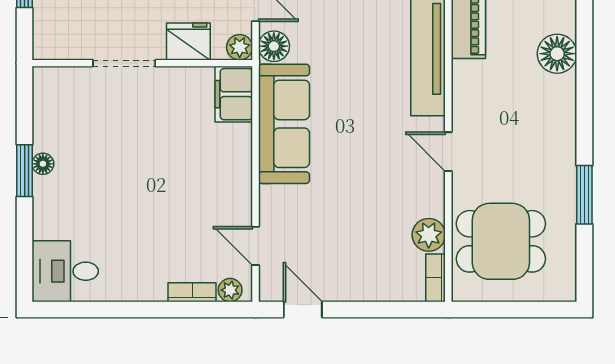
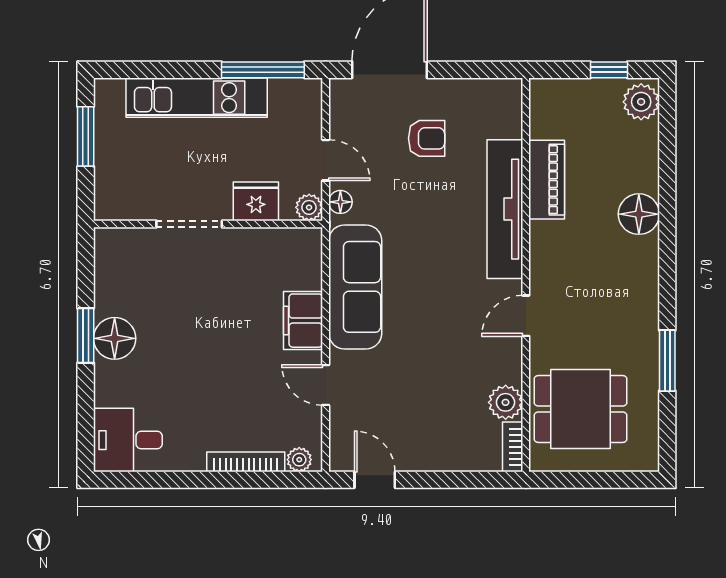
floor lamp: (274, 46) -> (340, 202), width x0.73, depth x0.73
filing cabinet: (234, 94) -> (303, 321), moved
door: (448, 152) -> (526, 316), hinge flipped
floor lamp: (43, 164) -> (115, 338), width x1.89, depth x1.89
door: (255, 246) -> (326, 385), moved
bookcase: (192, 292) -> (246, 462), width x1.56

